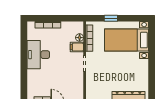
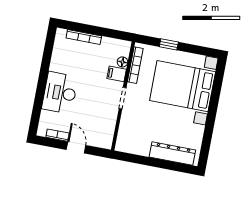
bed with nightstands: (127, 40) -> (183, 86), width x1.36
desk: (38, 55) -> (60, 93), moved

